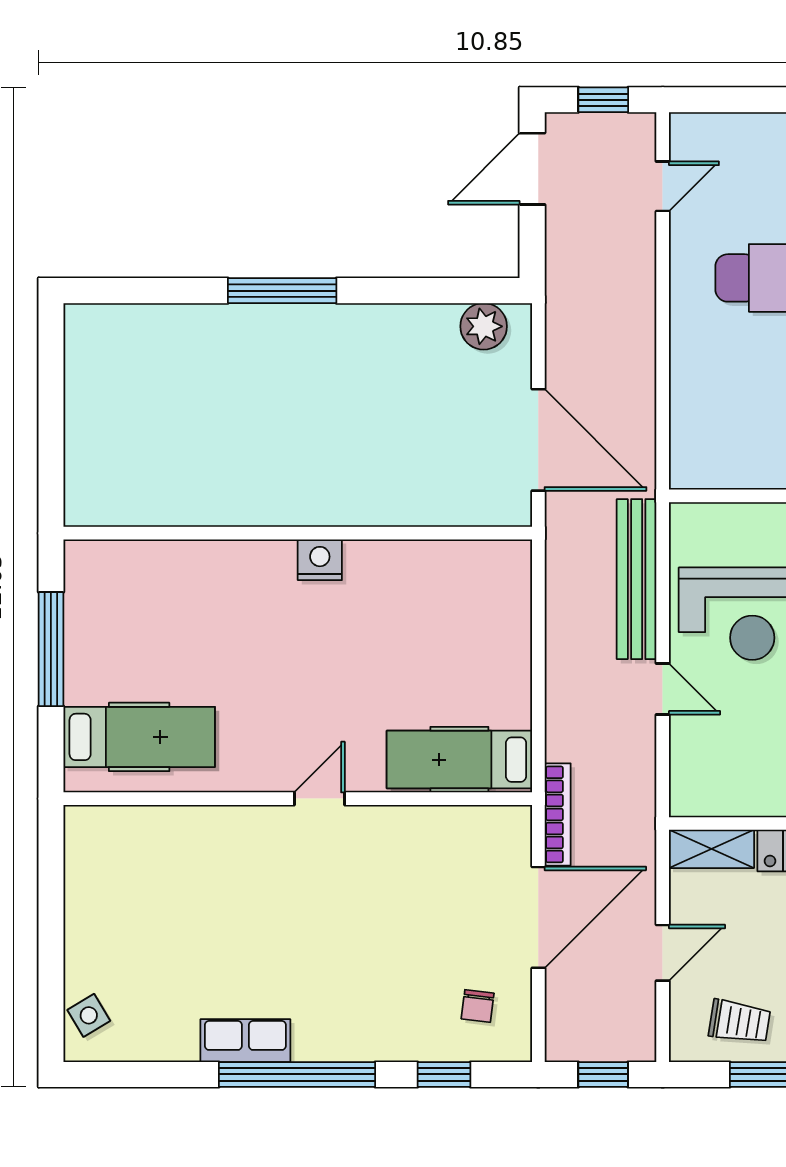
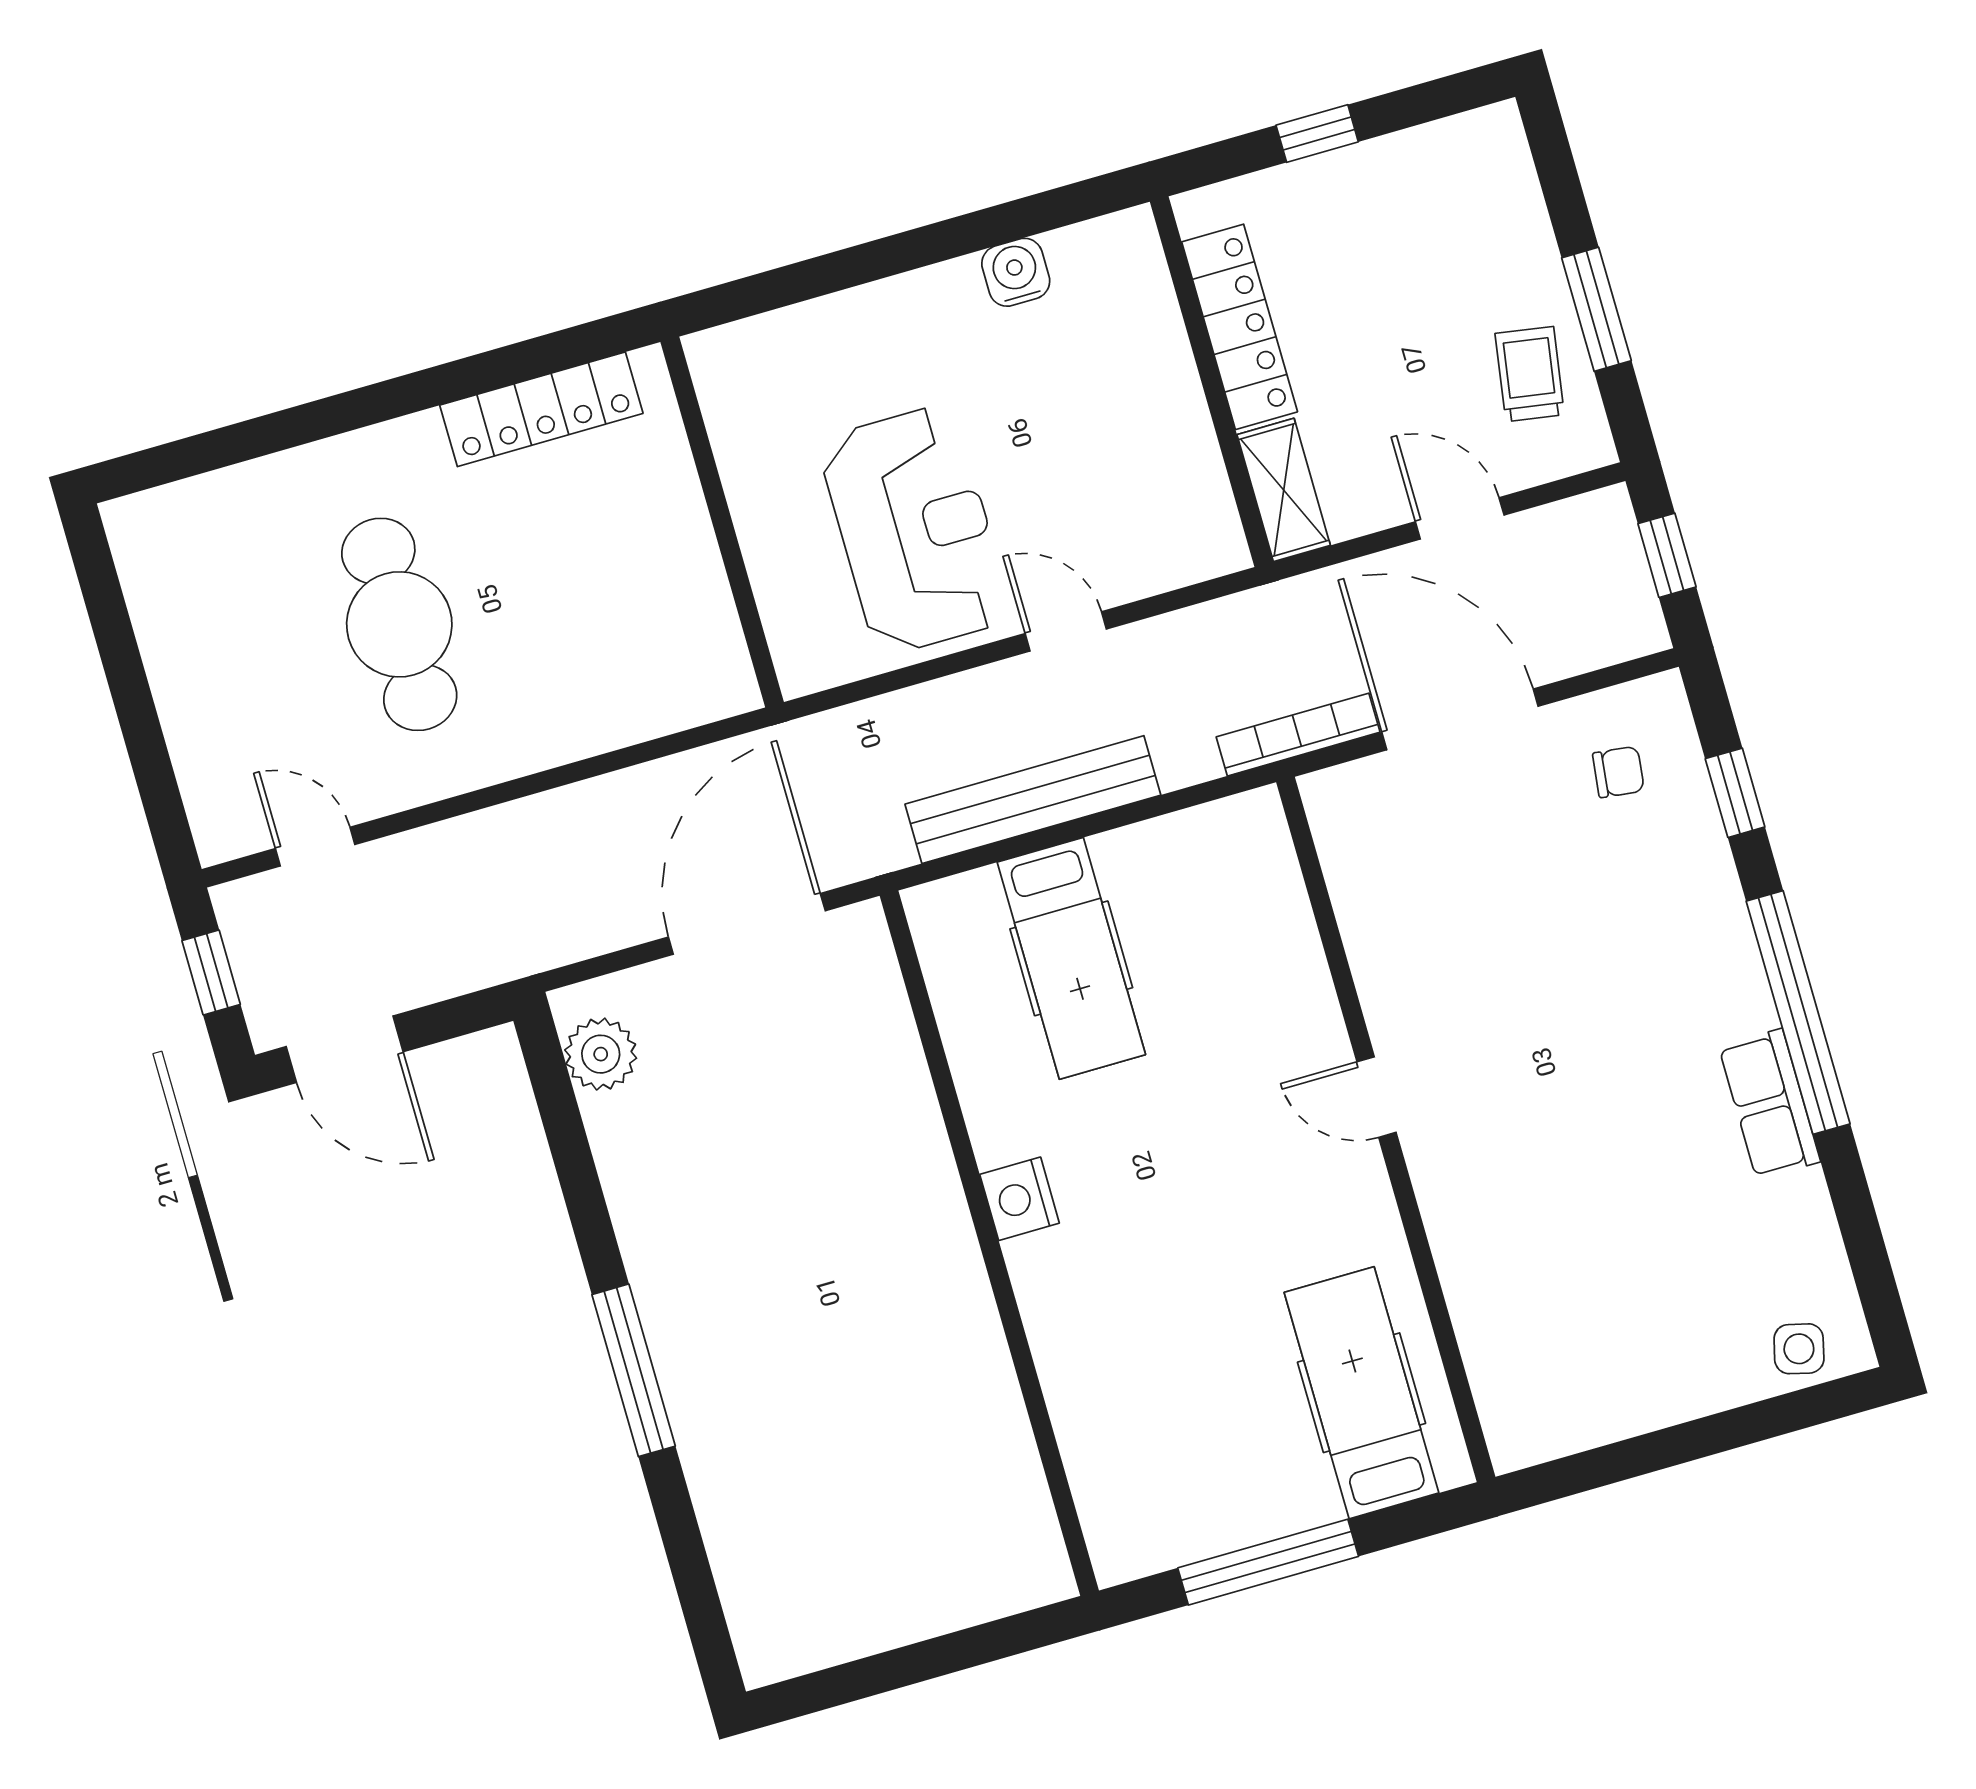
bench: (637, 579) -> (1033, 800), moved
door: (663, 689) -> (1066, 631), hinge flipped
hospital bed: (459, 760) -> (1071, 958), moved
side table: (89, 1015) -> (1799, 1349), turned 45

